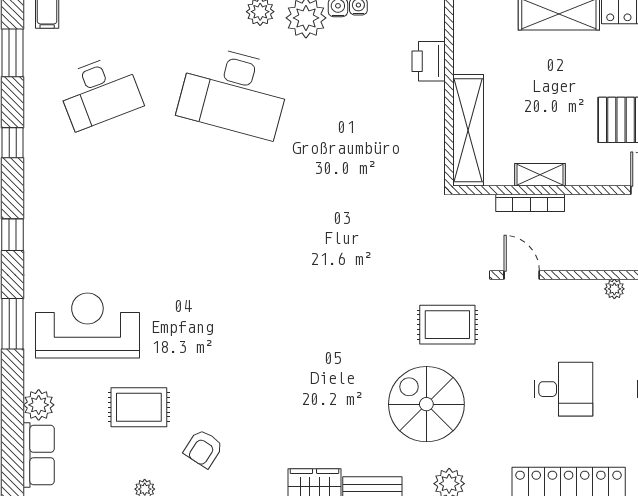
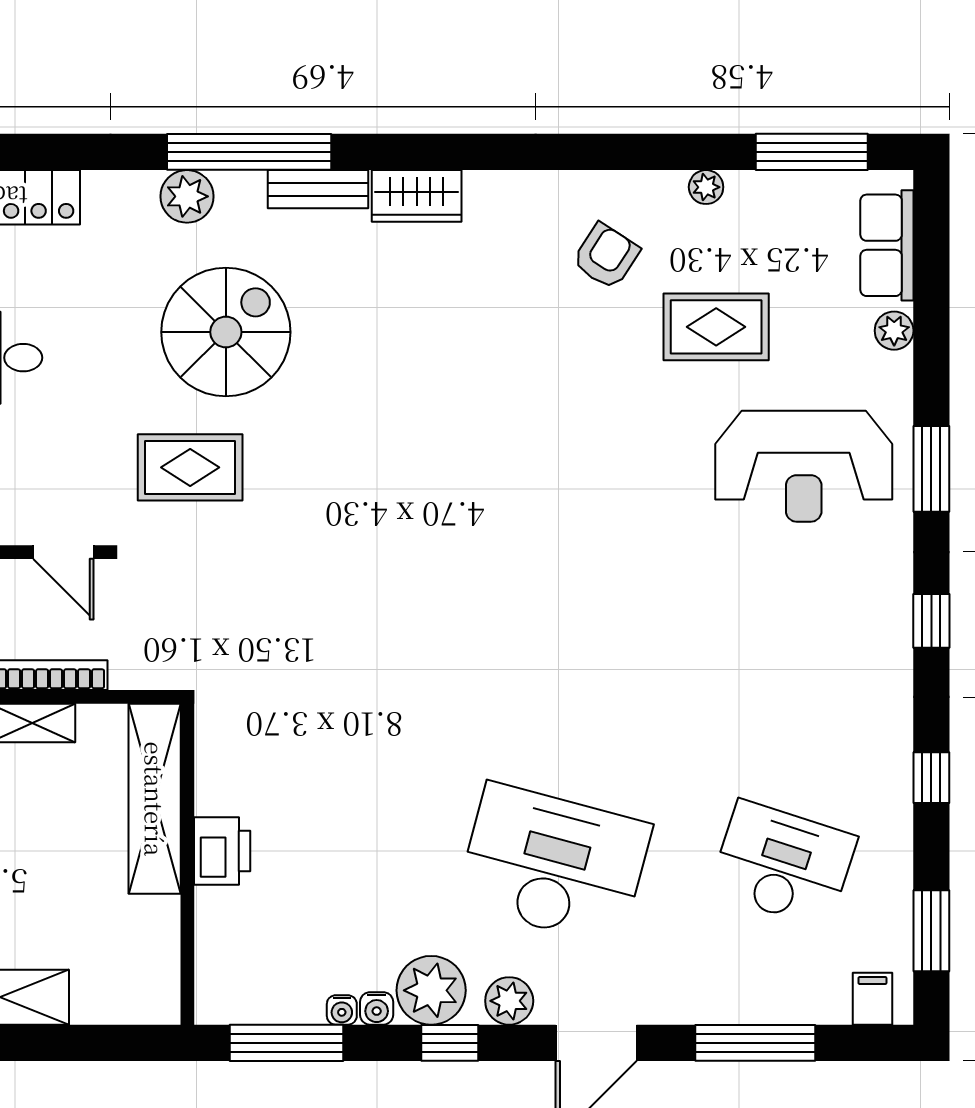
printer: (429, 61) -> (222, 851), moved
desk: (99, 92) -> (783, 864), turned 39
spiral stairs: (426, 404) -> (226, 332), turned -90
plant: (39, 405) -> (894, 331), width x0.73, depth x0.73

